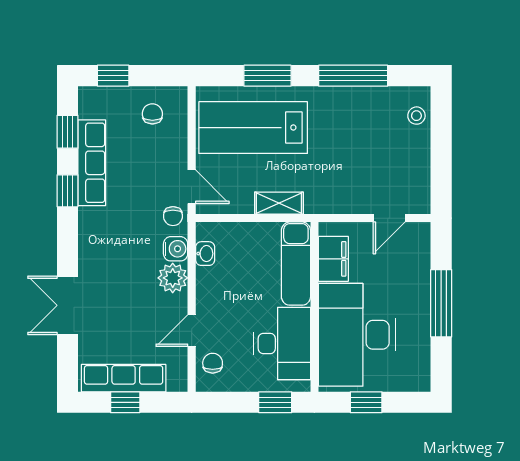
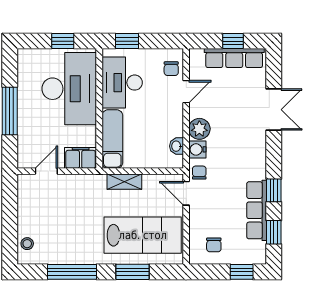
filing cabinet: (333, 259) -> (81, 158), moved, turned 90

